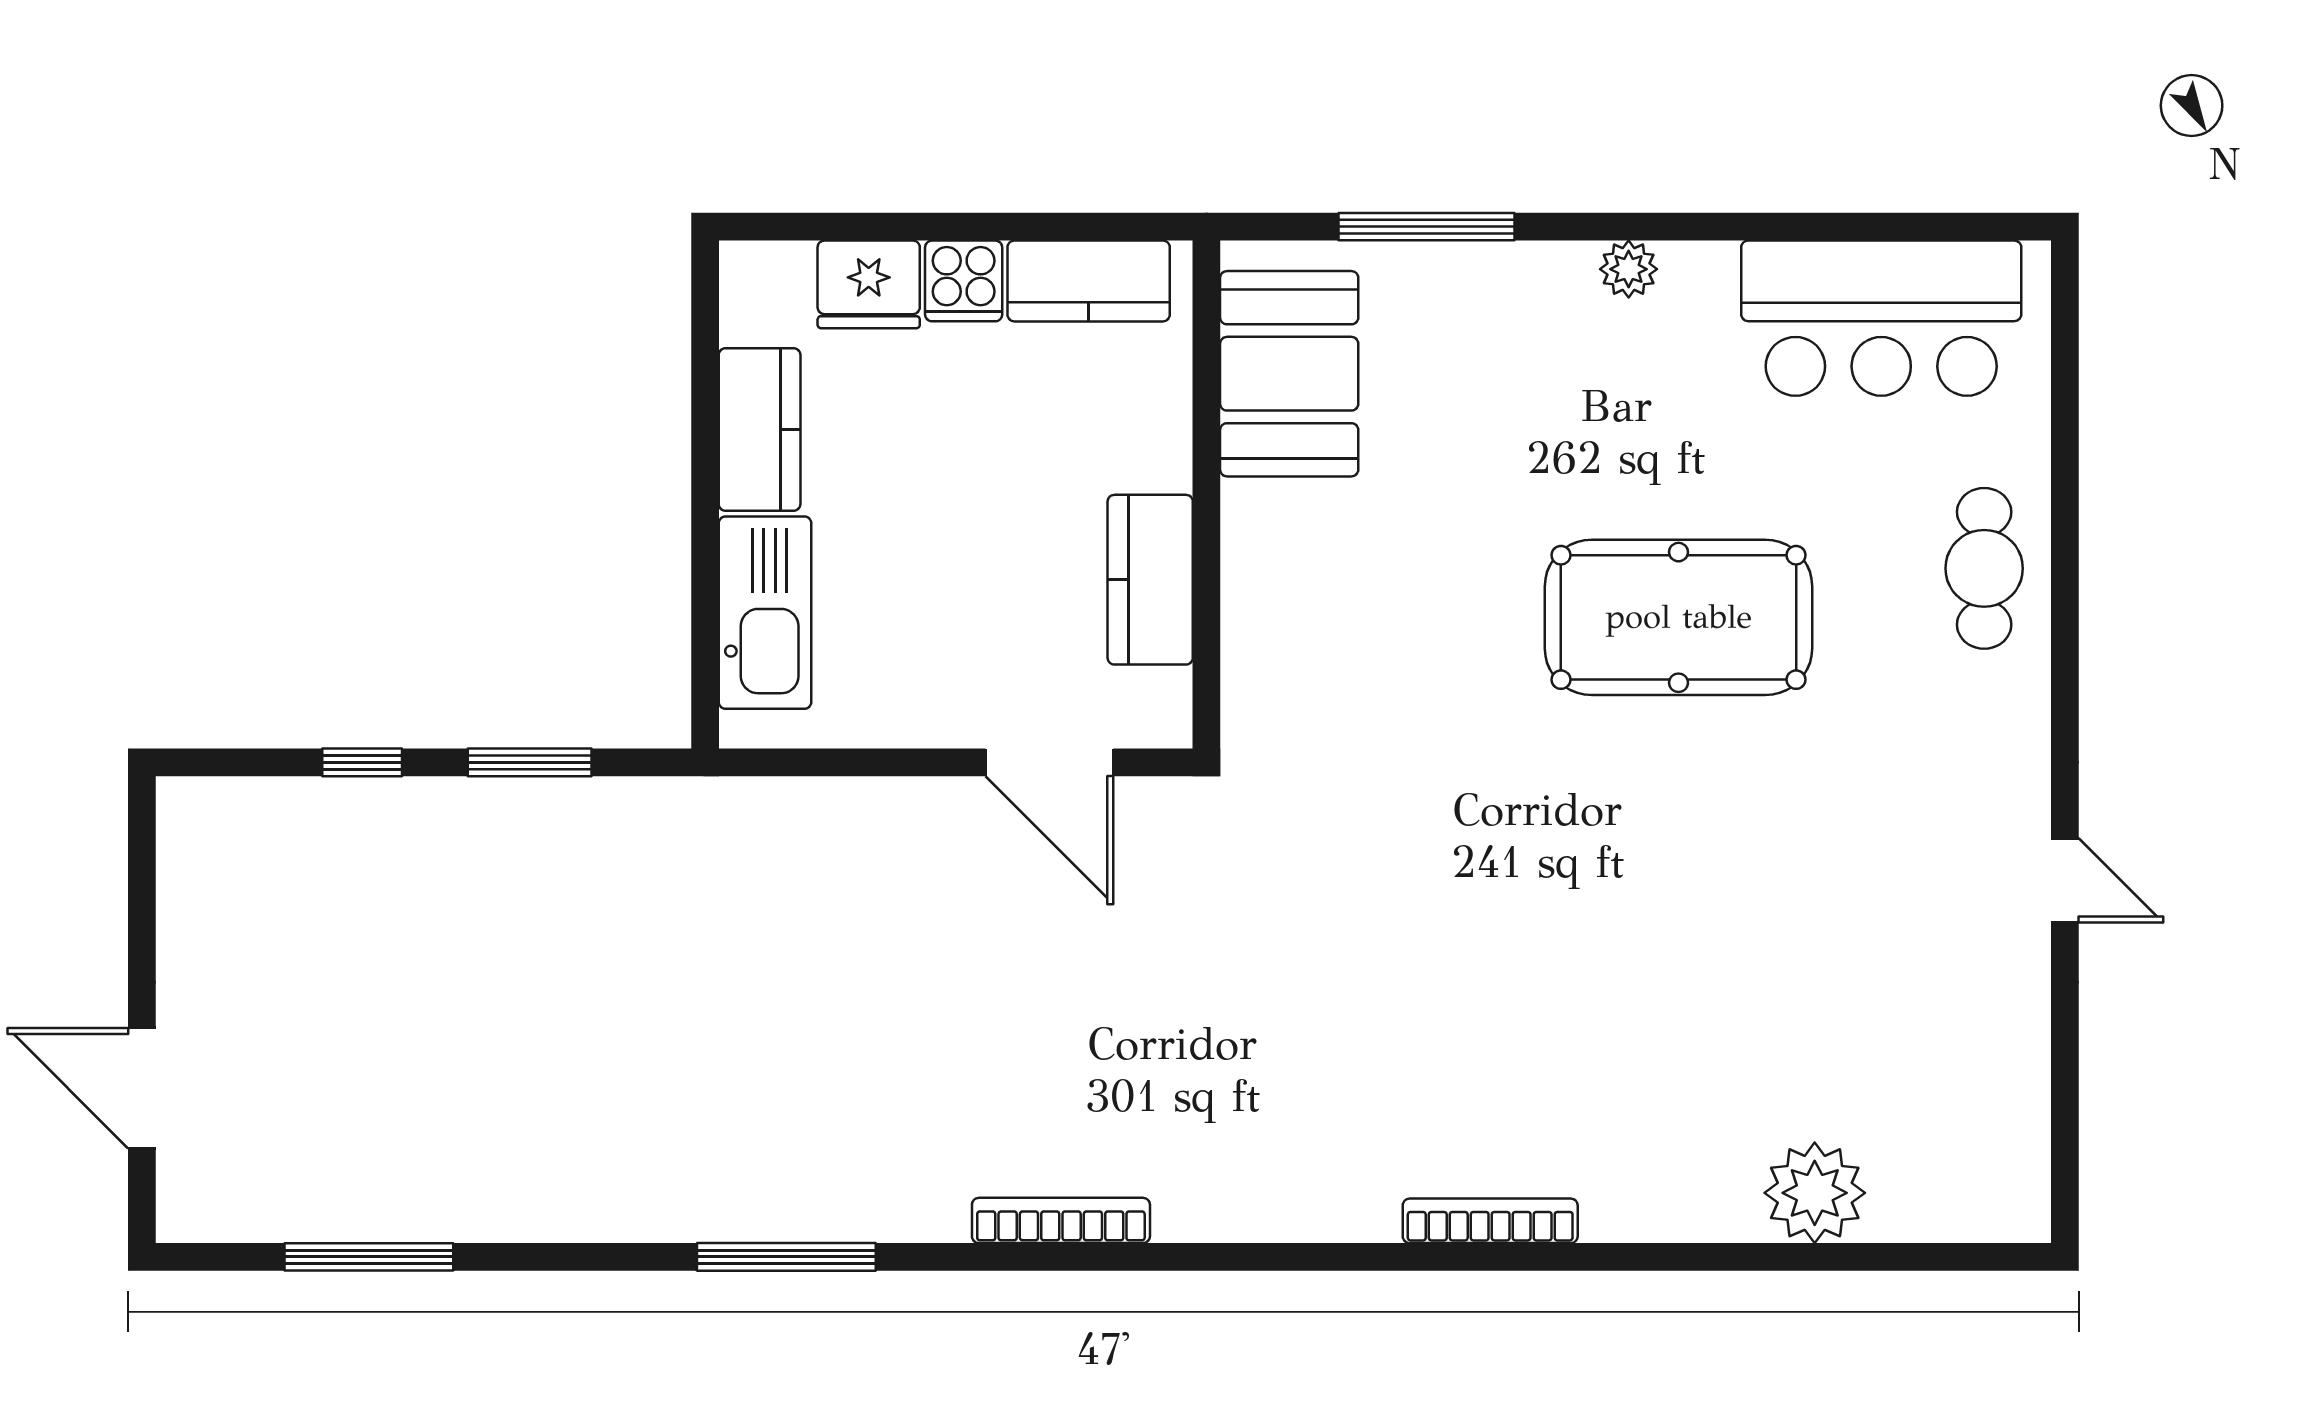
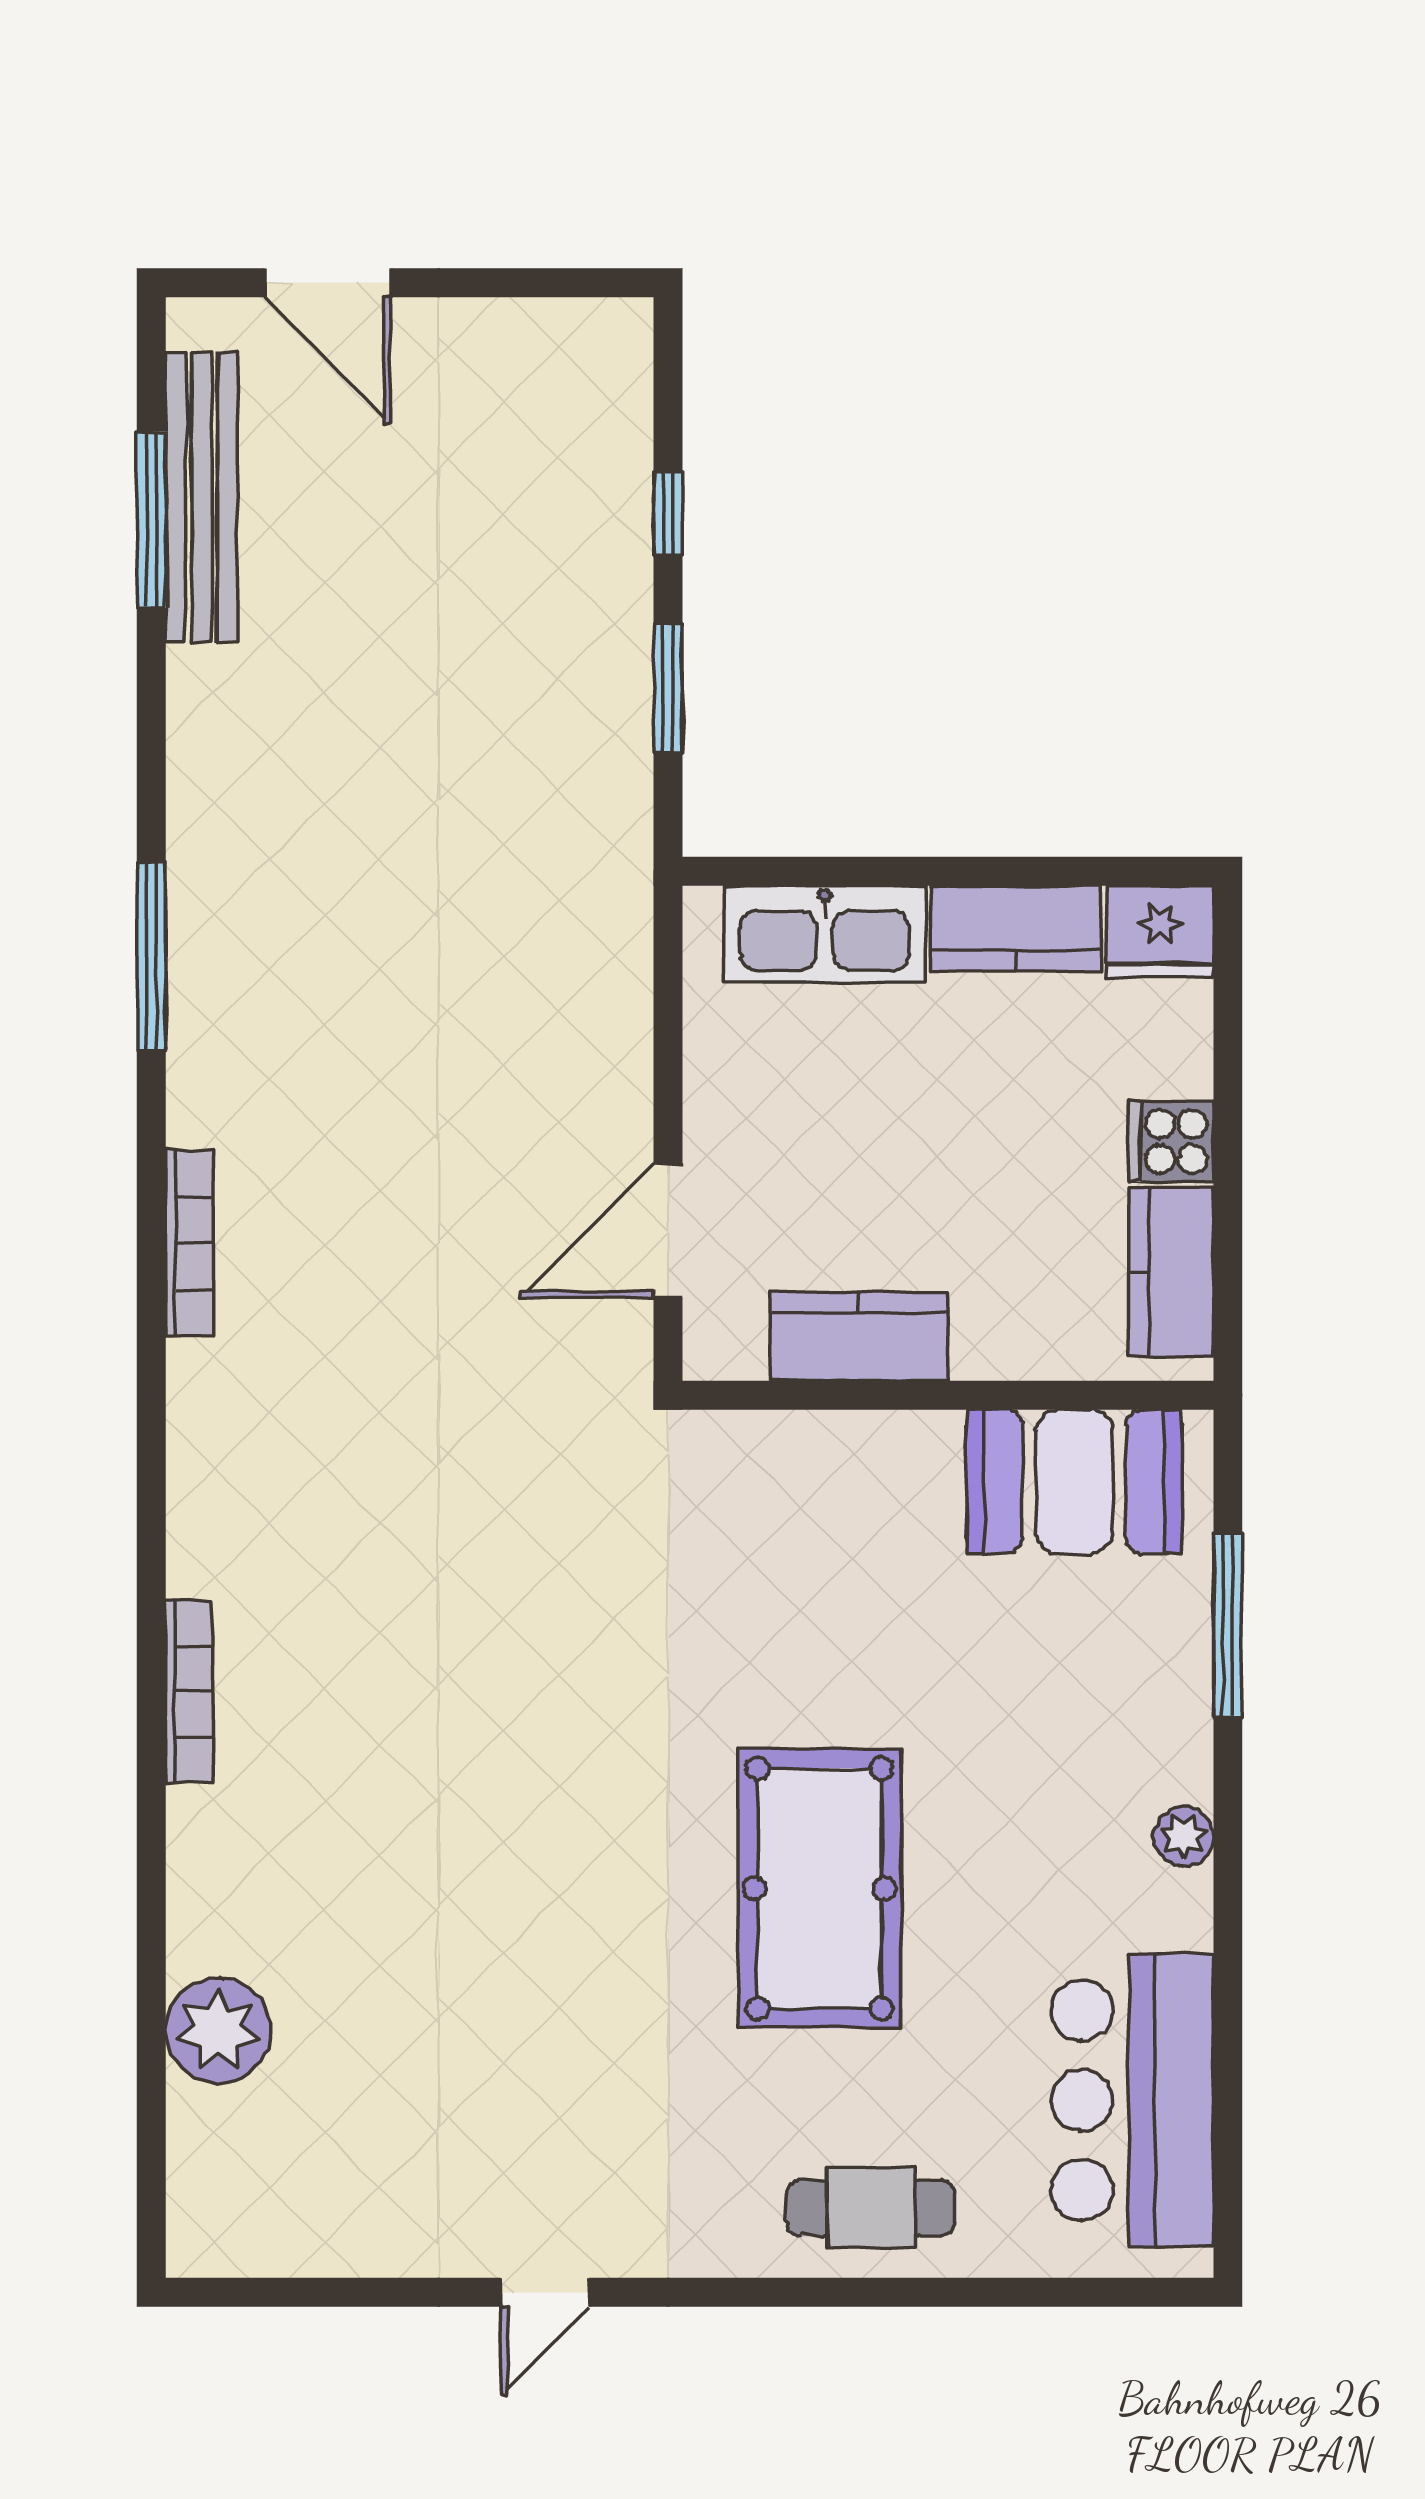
fridge: (869, 284) -> (1160, 932), moved, turned -90
door: (142, 1088) -> (328, 283), swing flipped
bench: (347, 1209) -> (202, 497), added

